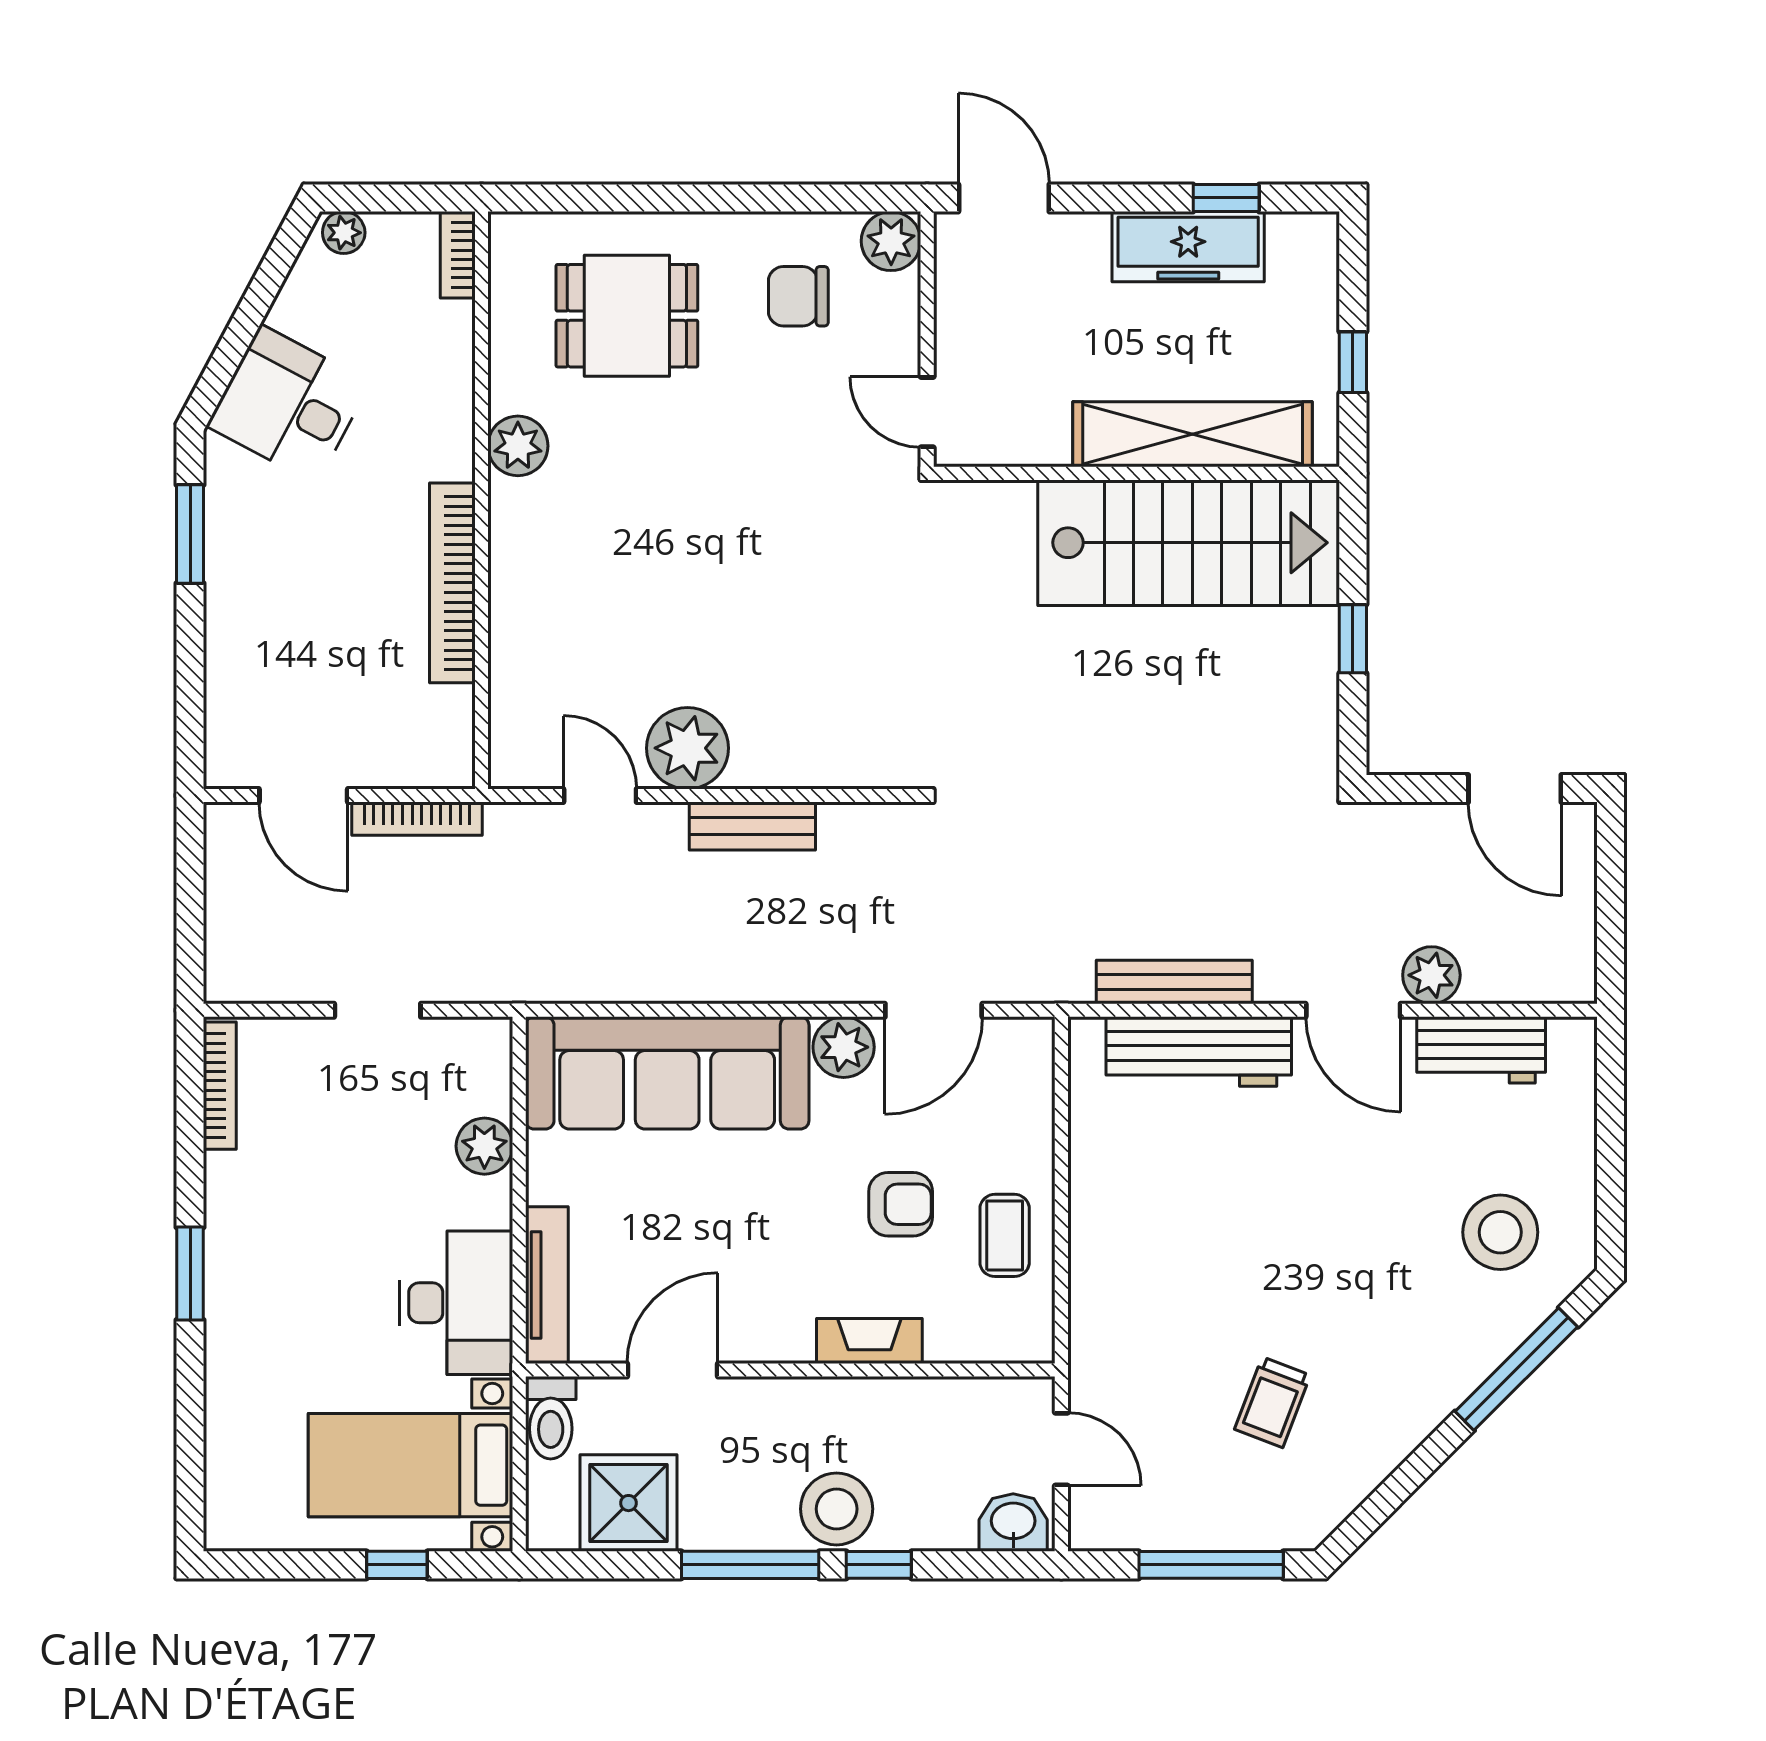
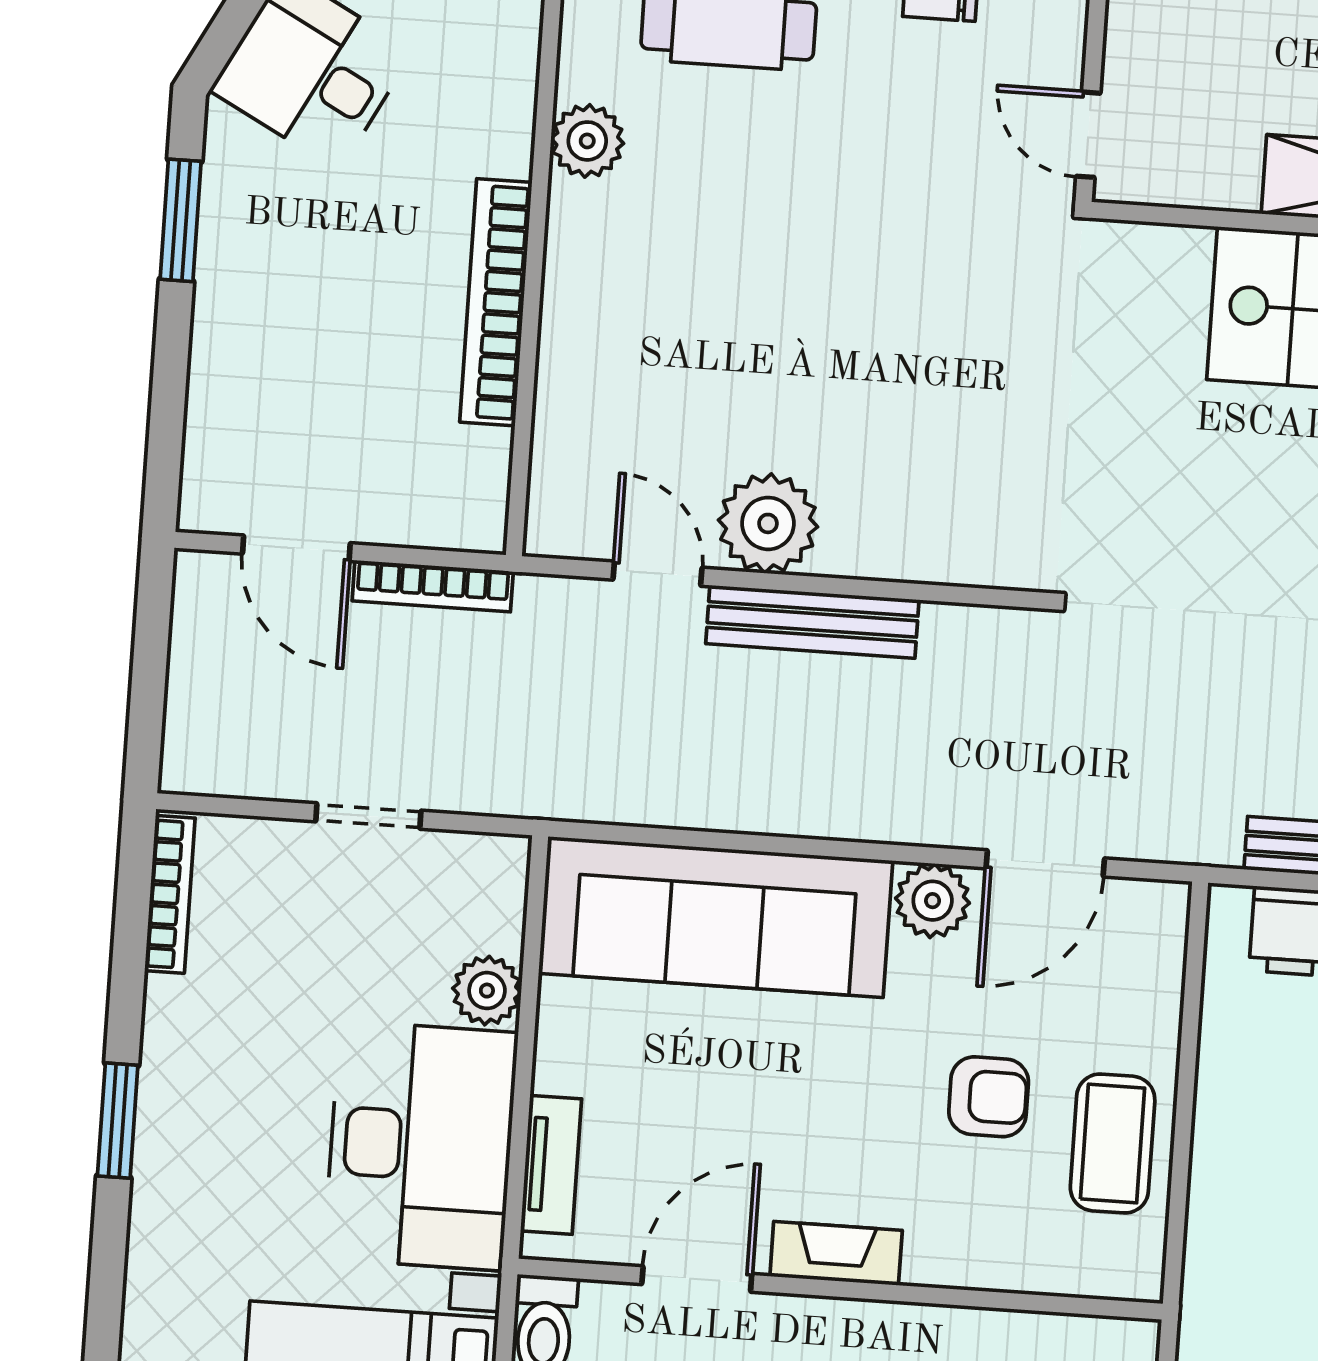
bench: (752, 826) -> (812, 622), width x1.36
coffee table: (1005, 1235) -> (1113, 1144), width x1.36, depth x1.30
tv unit: (547, 1285) -> (551, 1165), width x0.71
desk: (456, 1303) -> (421, 1146), width x1.36, depth x1.30
fireplace: (869, 1341) -> (836, 1253), moved

